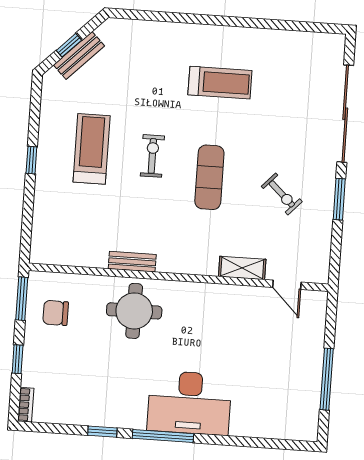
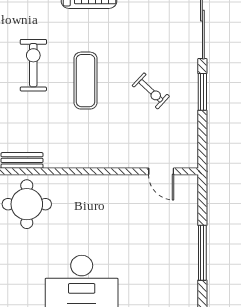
exercise bike: (152, 156) -> (33, 65), width x1.38, depth x1.39
shelving: (242, 268) -> (120, 159), removed

